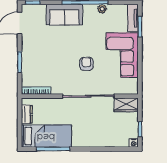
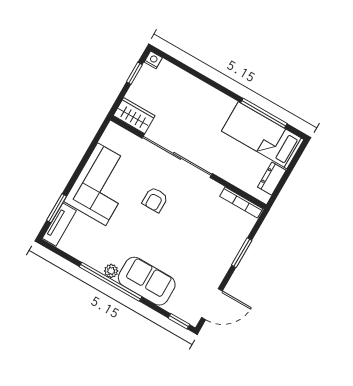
plant: (102, 9) -> (111, 271), moved

